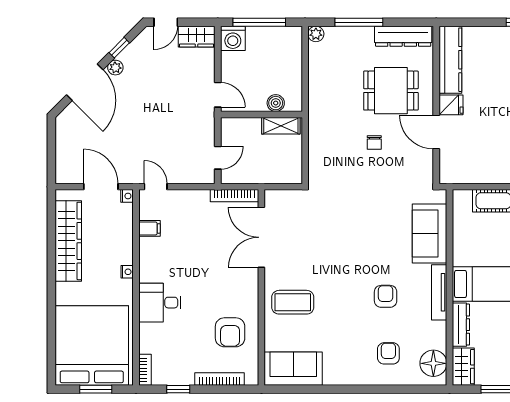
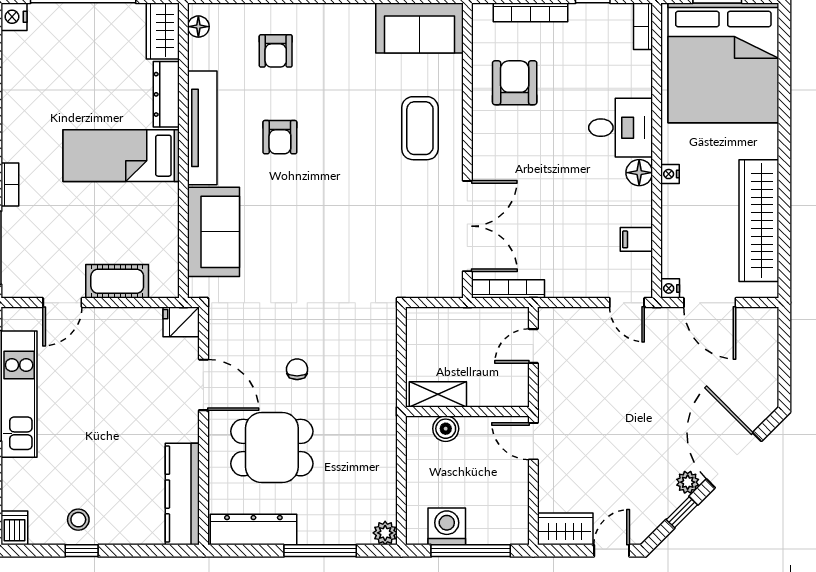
washing machine: (233, 38) -> (447, 526), moved
fridge: (451, 105) -> (181, 322), moved
floor lamp: (148, 273) -> (639, 173), added
tv unit: (439, 292) -> (202, 128), width x1.36, depth x1.29
coffee table: (293, 302) -> (420, 128), turned 90
floor lamp: (433, 363) -> (198, 27), width x0.53, depth x0.53

